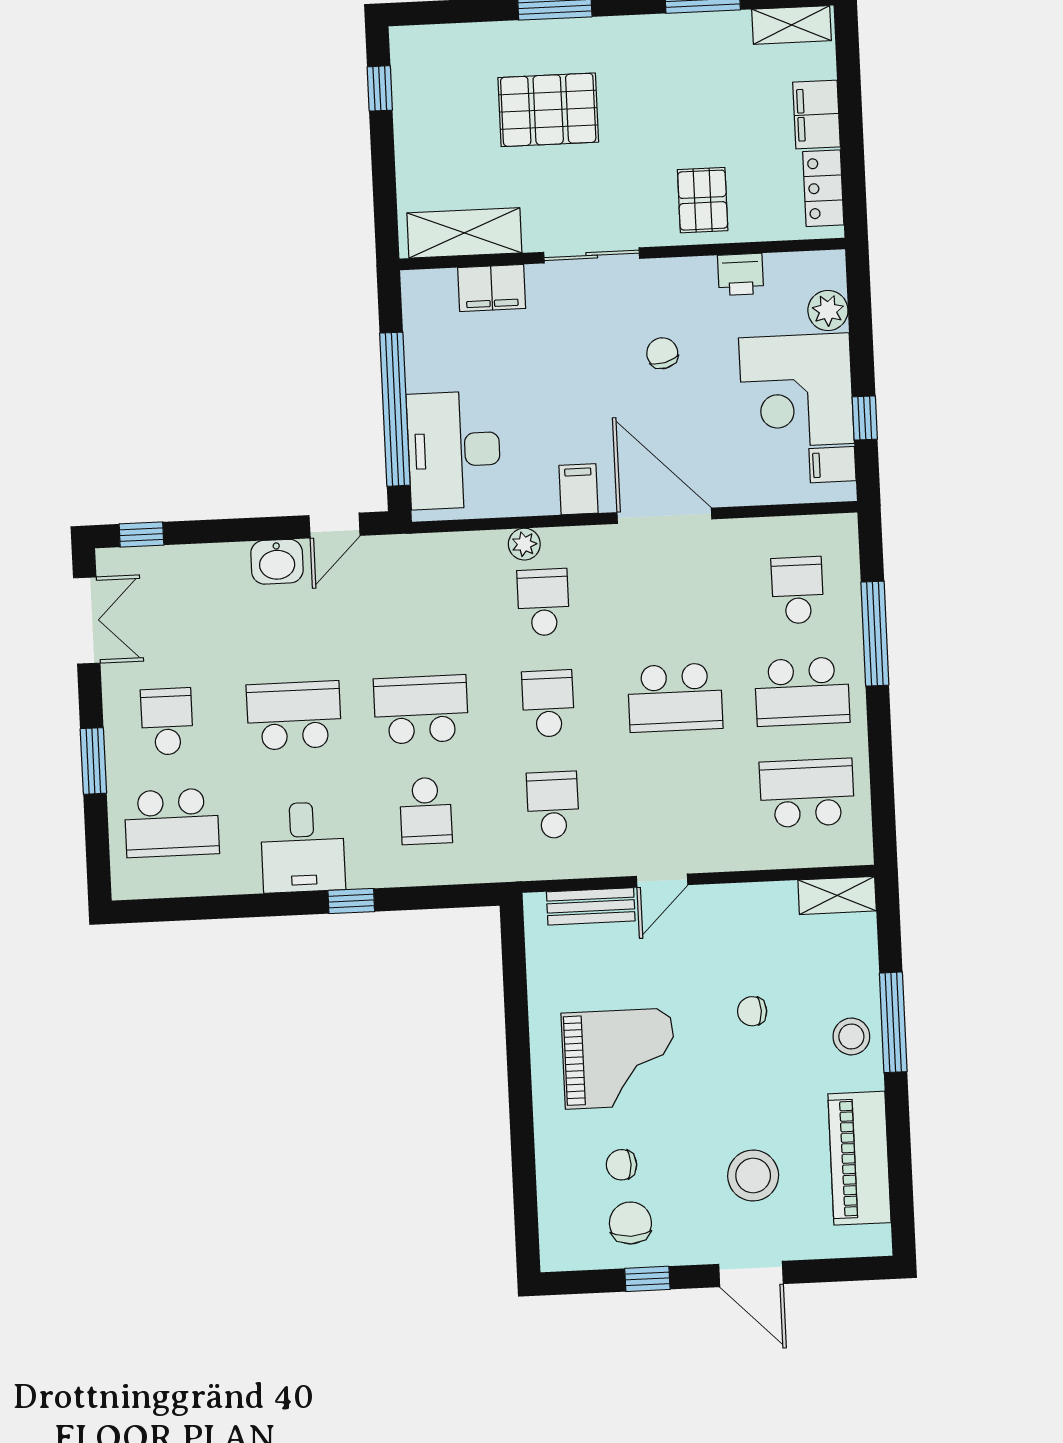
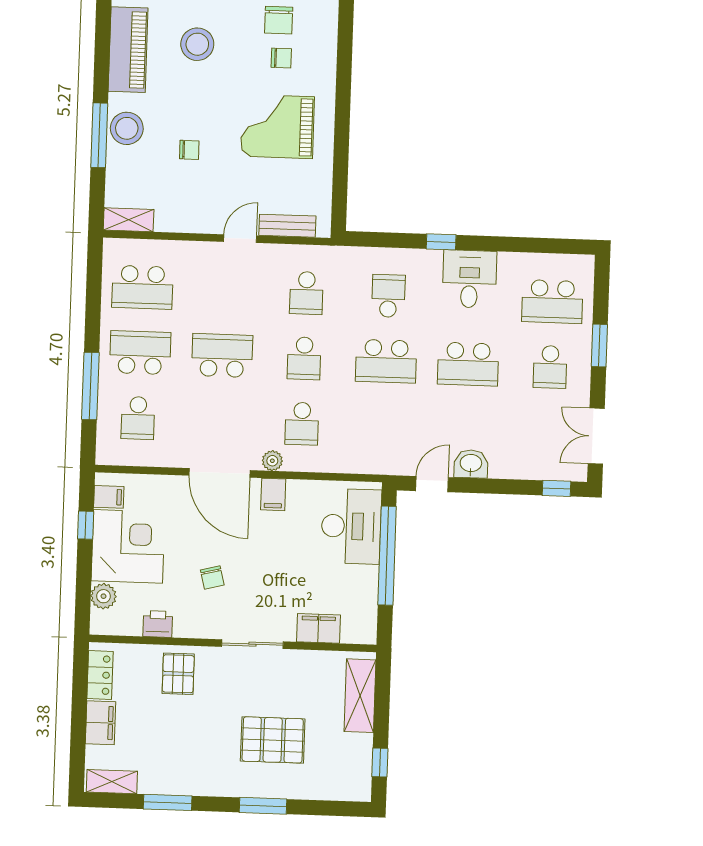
shelving: (464, 233) -> (360, 696), moved, turned 90
plant: (524, 544) -> (272, 461), moved
school desk: (172, 823) -> (552, 302), turned 180
stool: (851, 1036) -> (127, 128), width x1.38, depth x1.38

